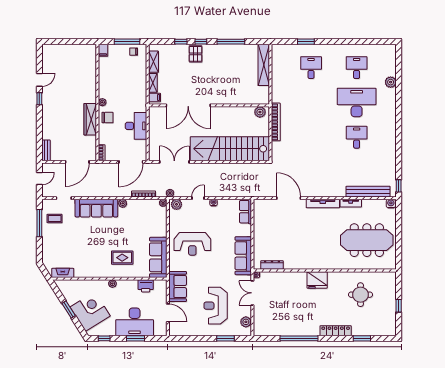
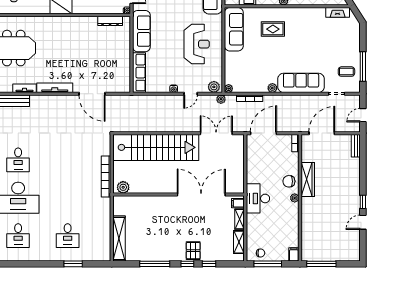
window: (78, 42) -> (321, 264), added
desk: (136, 126) -> (258, 198), moved
double door: (174, 162) -> (216, 133), swing flipped
row of seats: (245, 212) -> (139, 73), width x1.48
reception desk: (192, 244) -> (197, 44), turned 90

